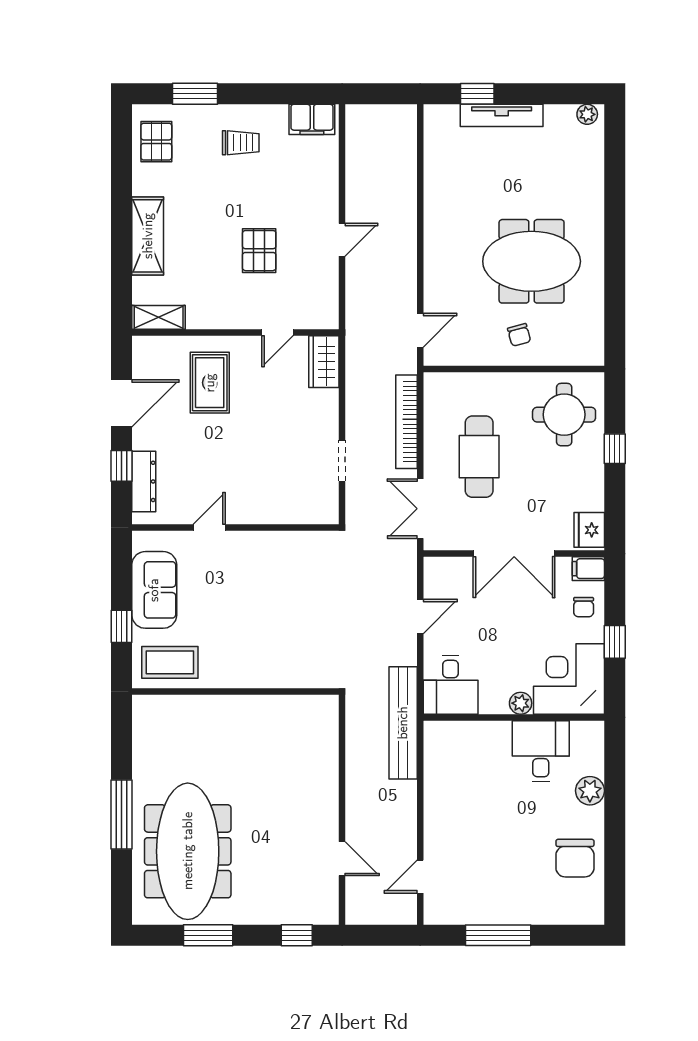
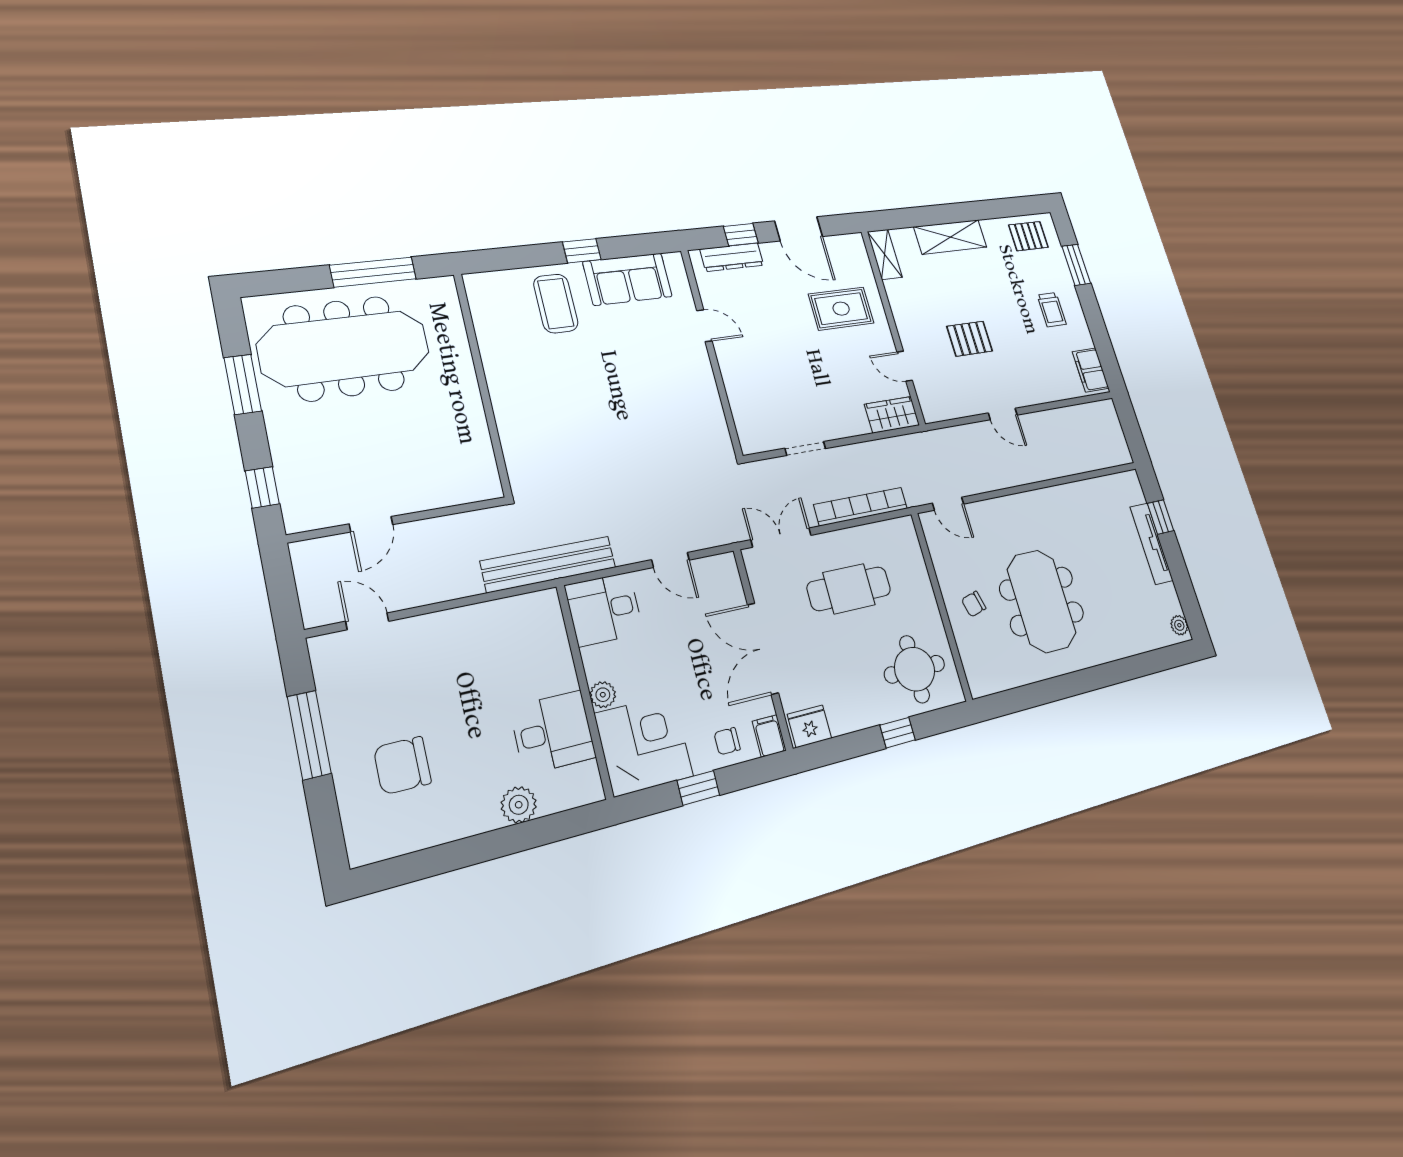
wall: (235, 691) -> (483, 384), moved
chair: (575, 858) -> (402, 765), moved

